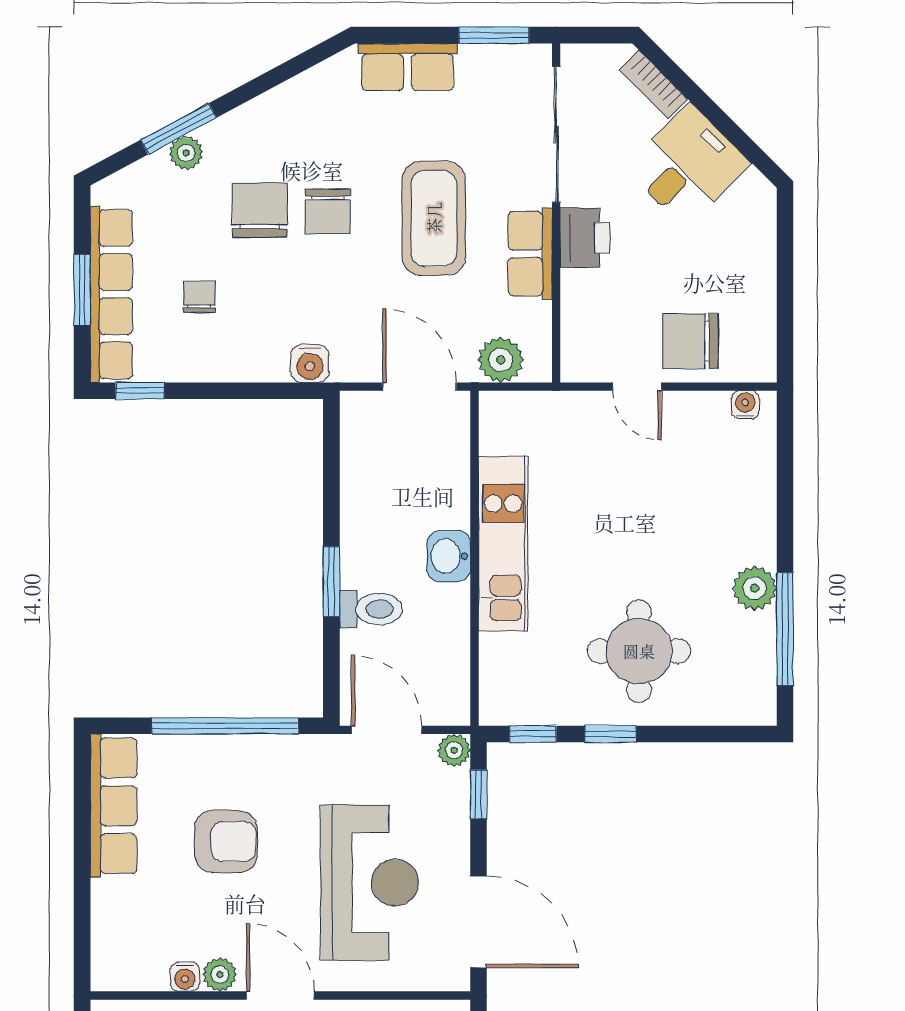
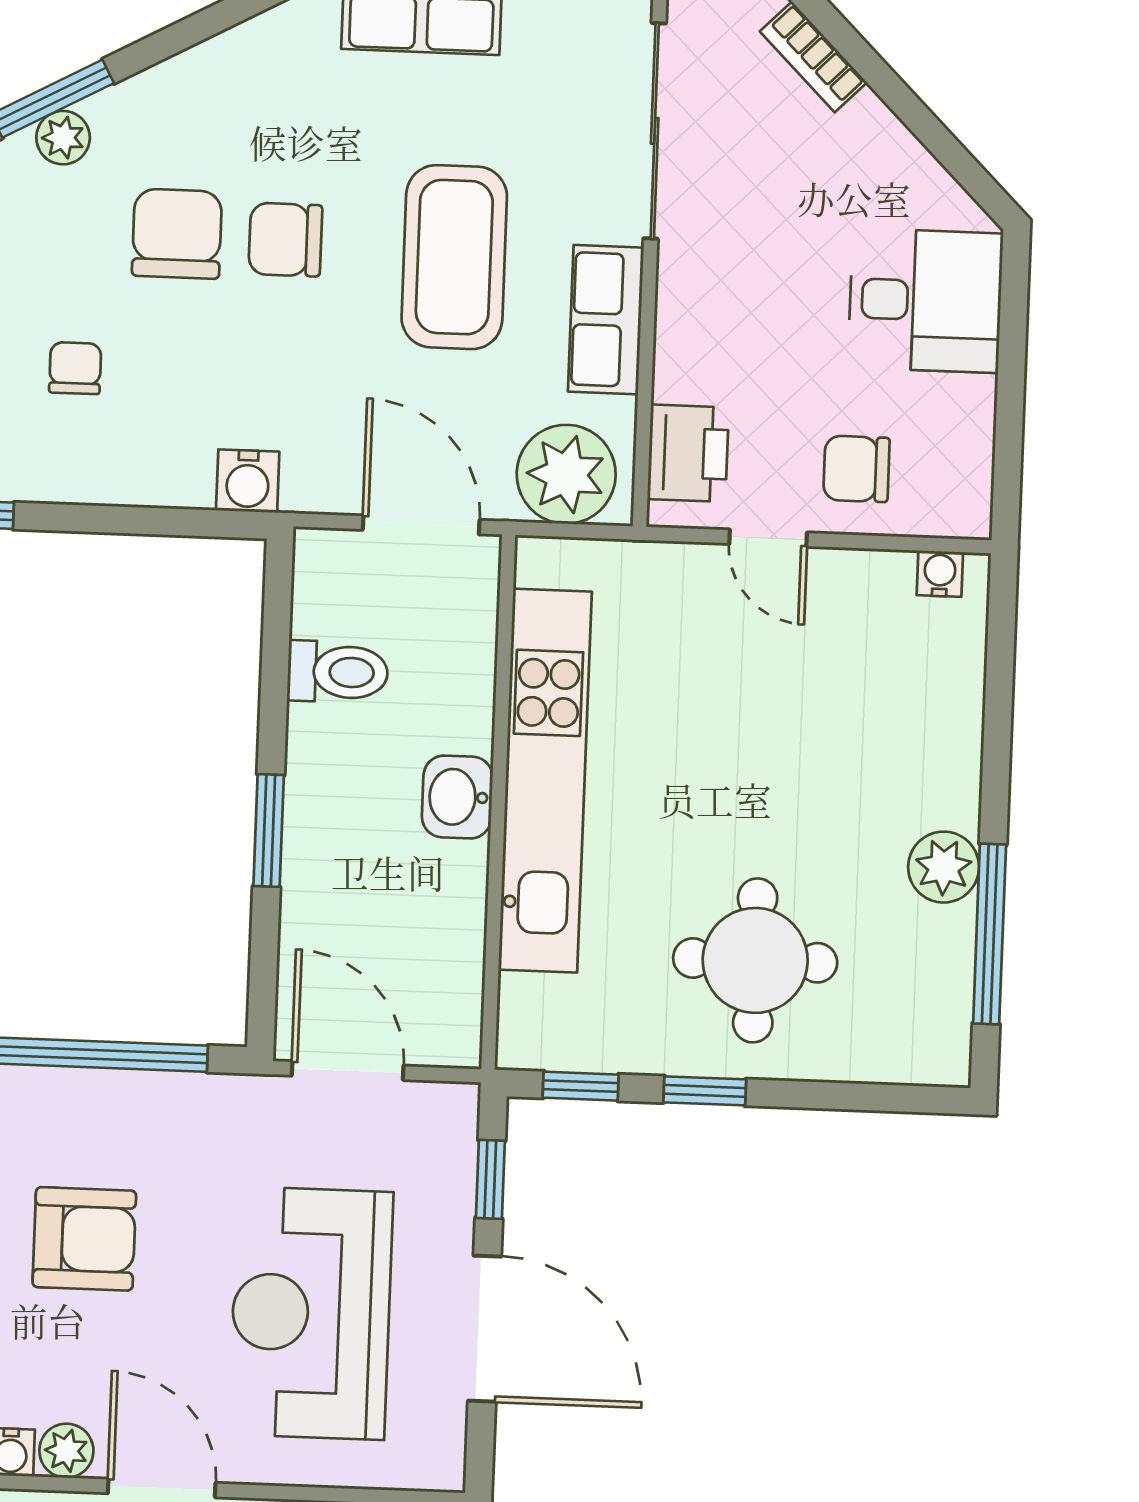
desk: (688, 166) -> (925, 301), moved, turned 45
chair: (328, 211) -> (285, 240), turned 90
printer: (585, 238) -> (688, 453), moved
chair: (690, 341) -> (856, 469), width x0.73, depth x0.73
plant: (501, 360) -> (566, 474), width x1.36, depth x1.36
kitchen unit: (503, 544) -> (545, 781), width x1.36
toilet: (371, 609) -> (338, 672), moved
plant: (454, 750) -> (454, 1107), removed
reception desk: (369, 883) -> (311, 1313), turned 180
door: (479, 922) -> (485, 1329), moved

